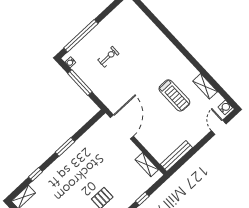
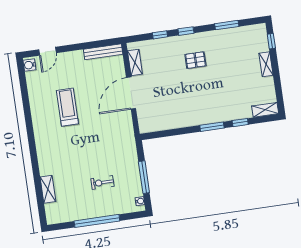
window: (81, 36) -> (97, 221), moved
shelving: (205, 86) -> (48, 189), moved
door: (122, 127) -> (131, 93), moved
window: (65, 147) -> (212, 127), moved

